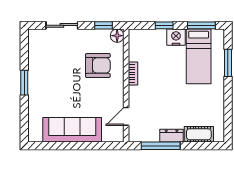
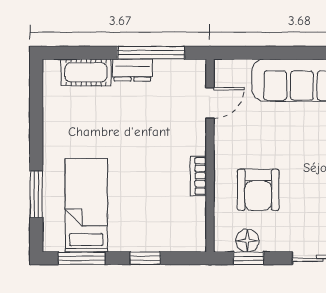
floor lamp: (117, 36) -> (247, 241), moved
nightstand: (176, 37) -> (125, 238), removed
armchair: (98, 65) -> (258, 190), turned -90

